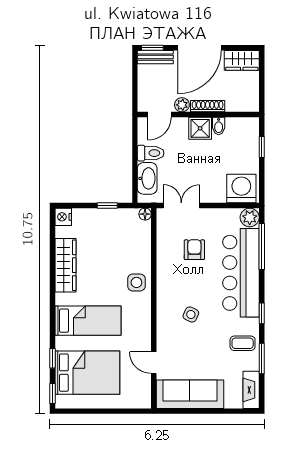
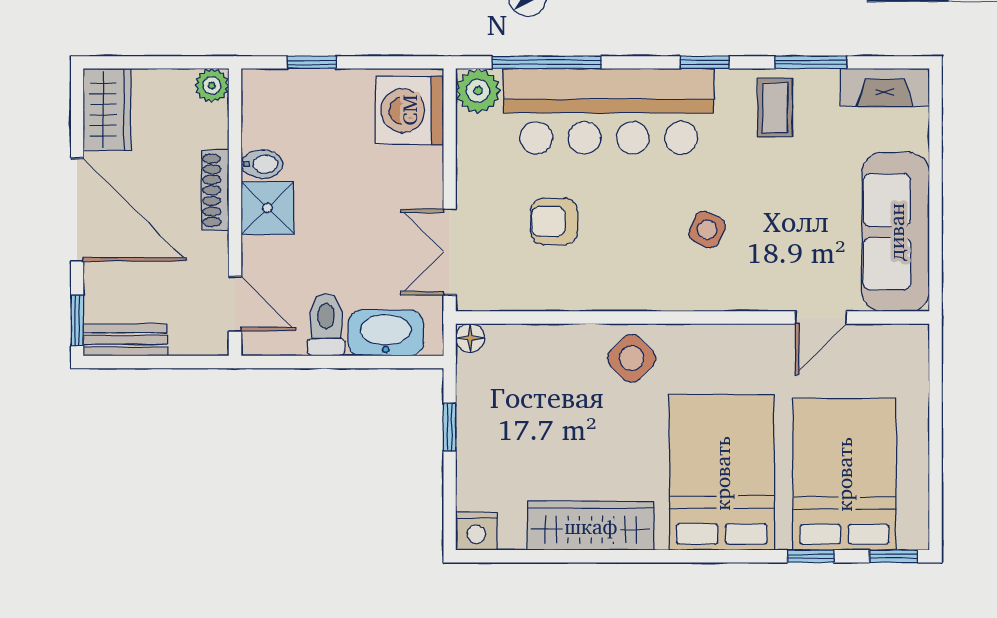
bench: (155, 57) -> (125, 340), moved, turned 90
plant: (182, 105) -> (212, 85), moved
side table: (136, 282) -> (632, 358), turned 45
bed: (88, 321) -> (722, 473), width x1.50

